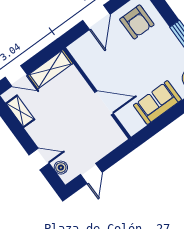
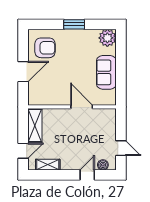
door: (96, 17) -> (23, 72), hinge flipped
door: (104, 103) -> (82, 107), hinge flipped

